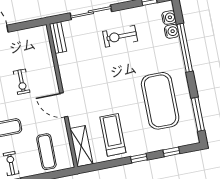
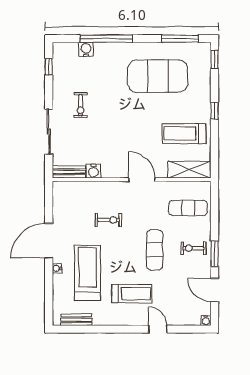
water cooler: (169, 18) -> (94, 171), moved, turned 180
exercise bike: (120, 36) -> (80, 105), width x0.73, depth x0.72
door: (64, 105) -> (142, 180), swing flipped
window: (171, 152) -> (215, 59), moved

